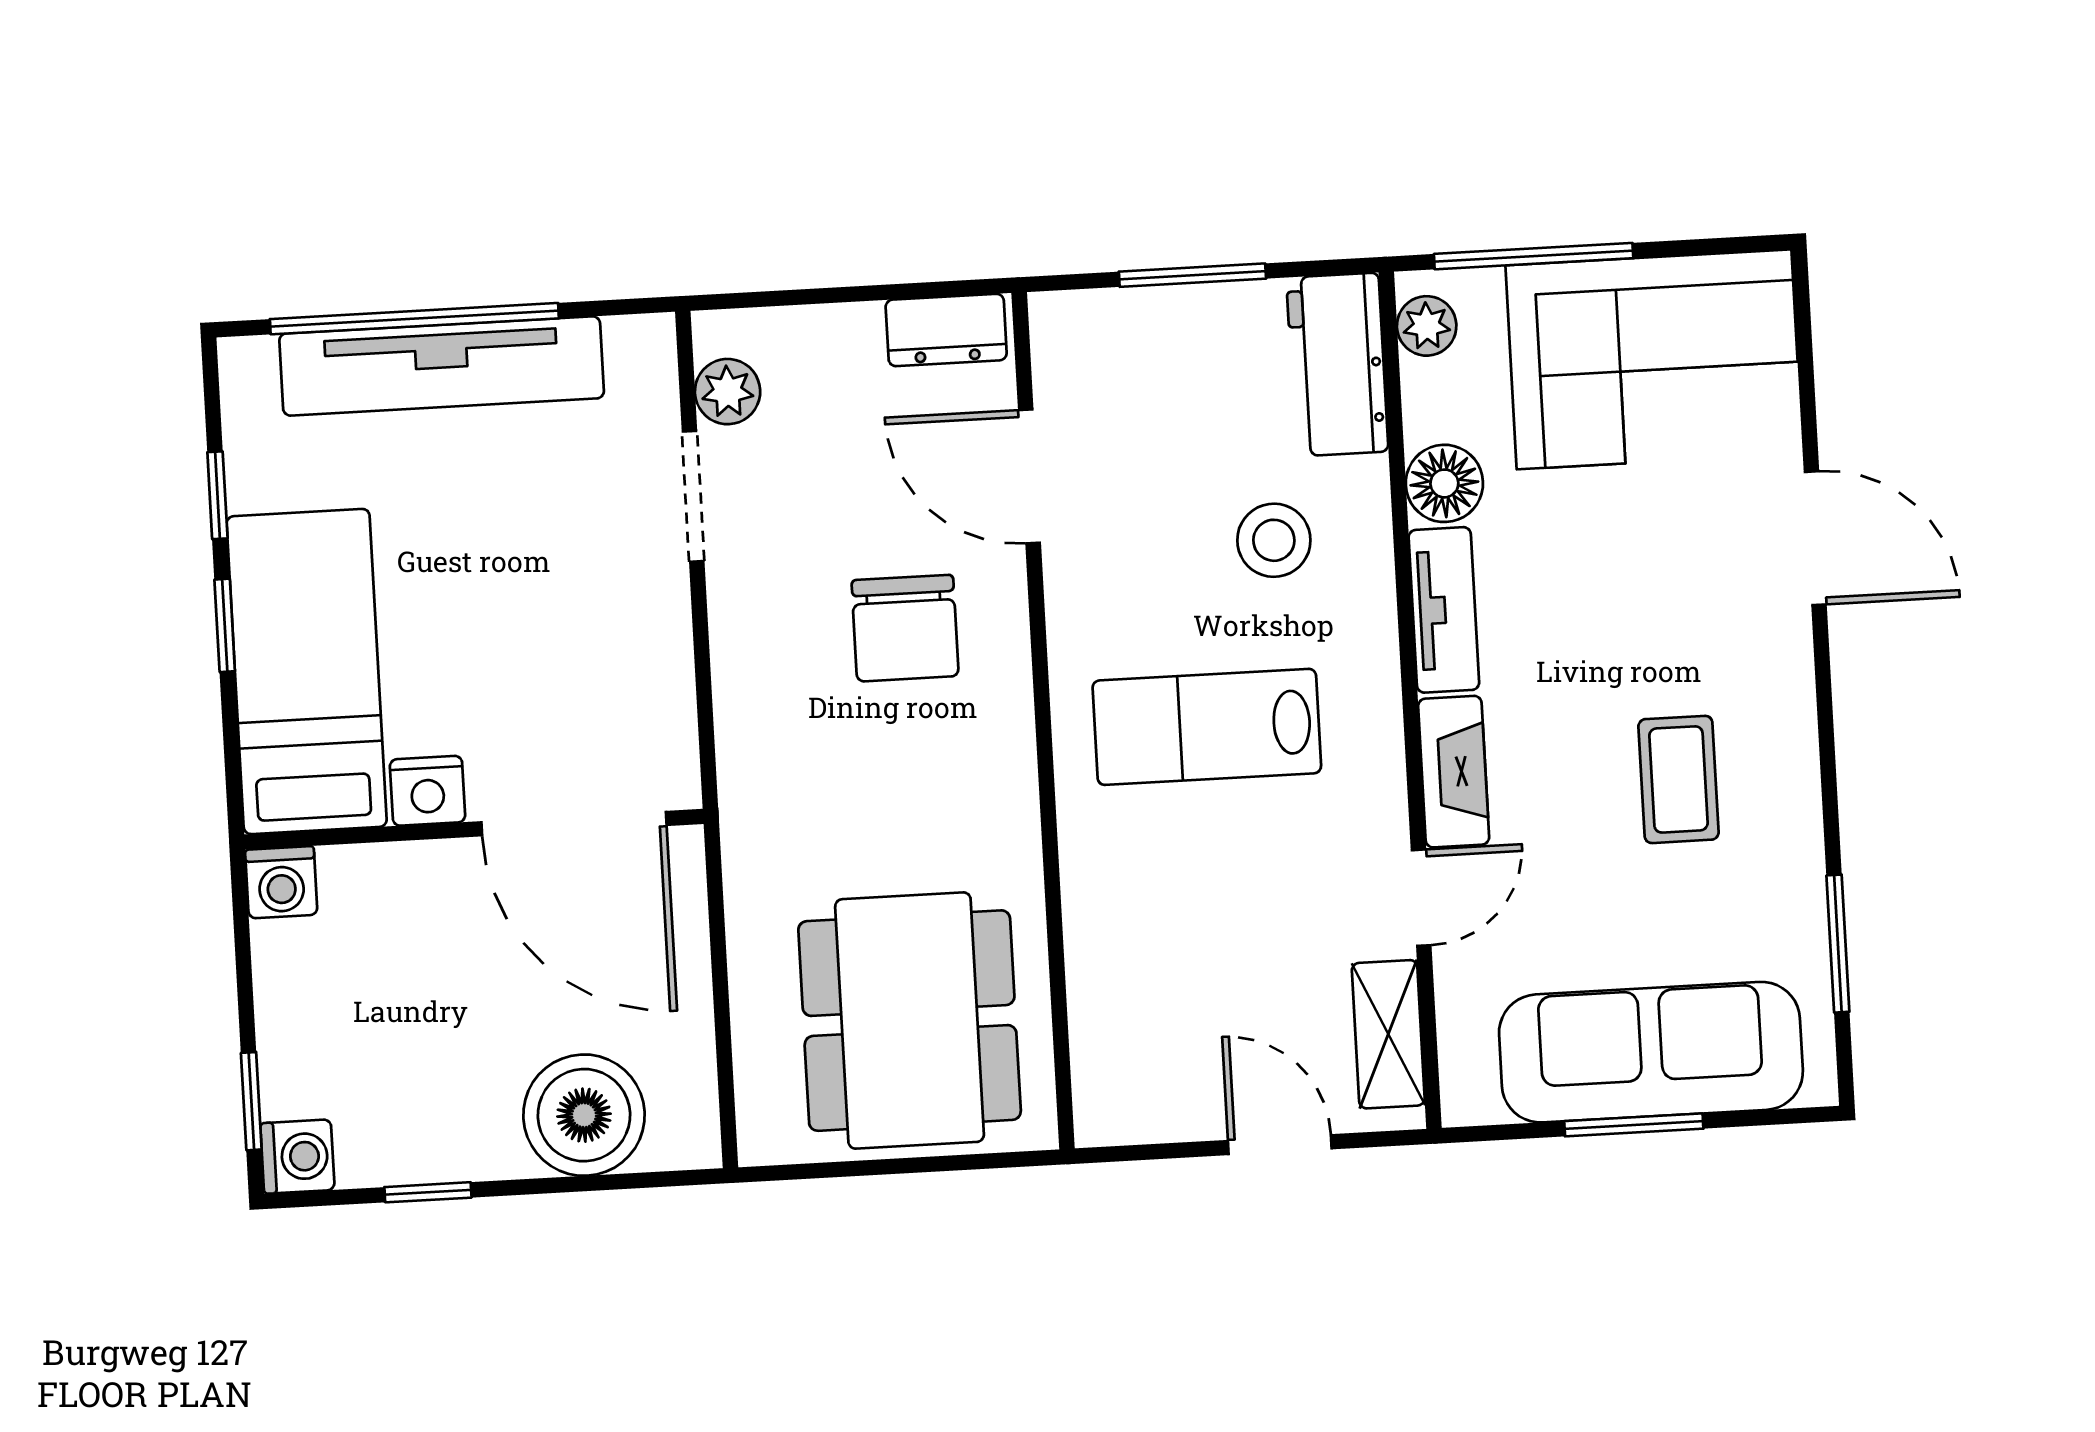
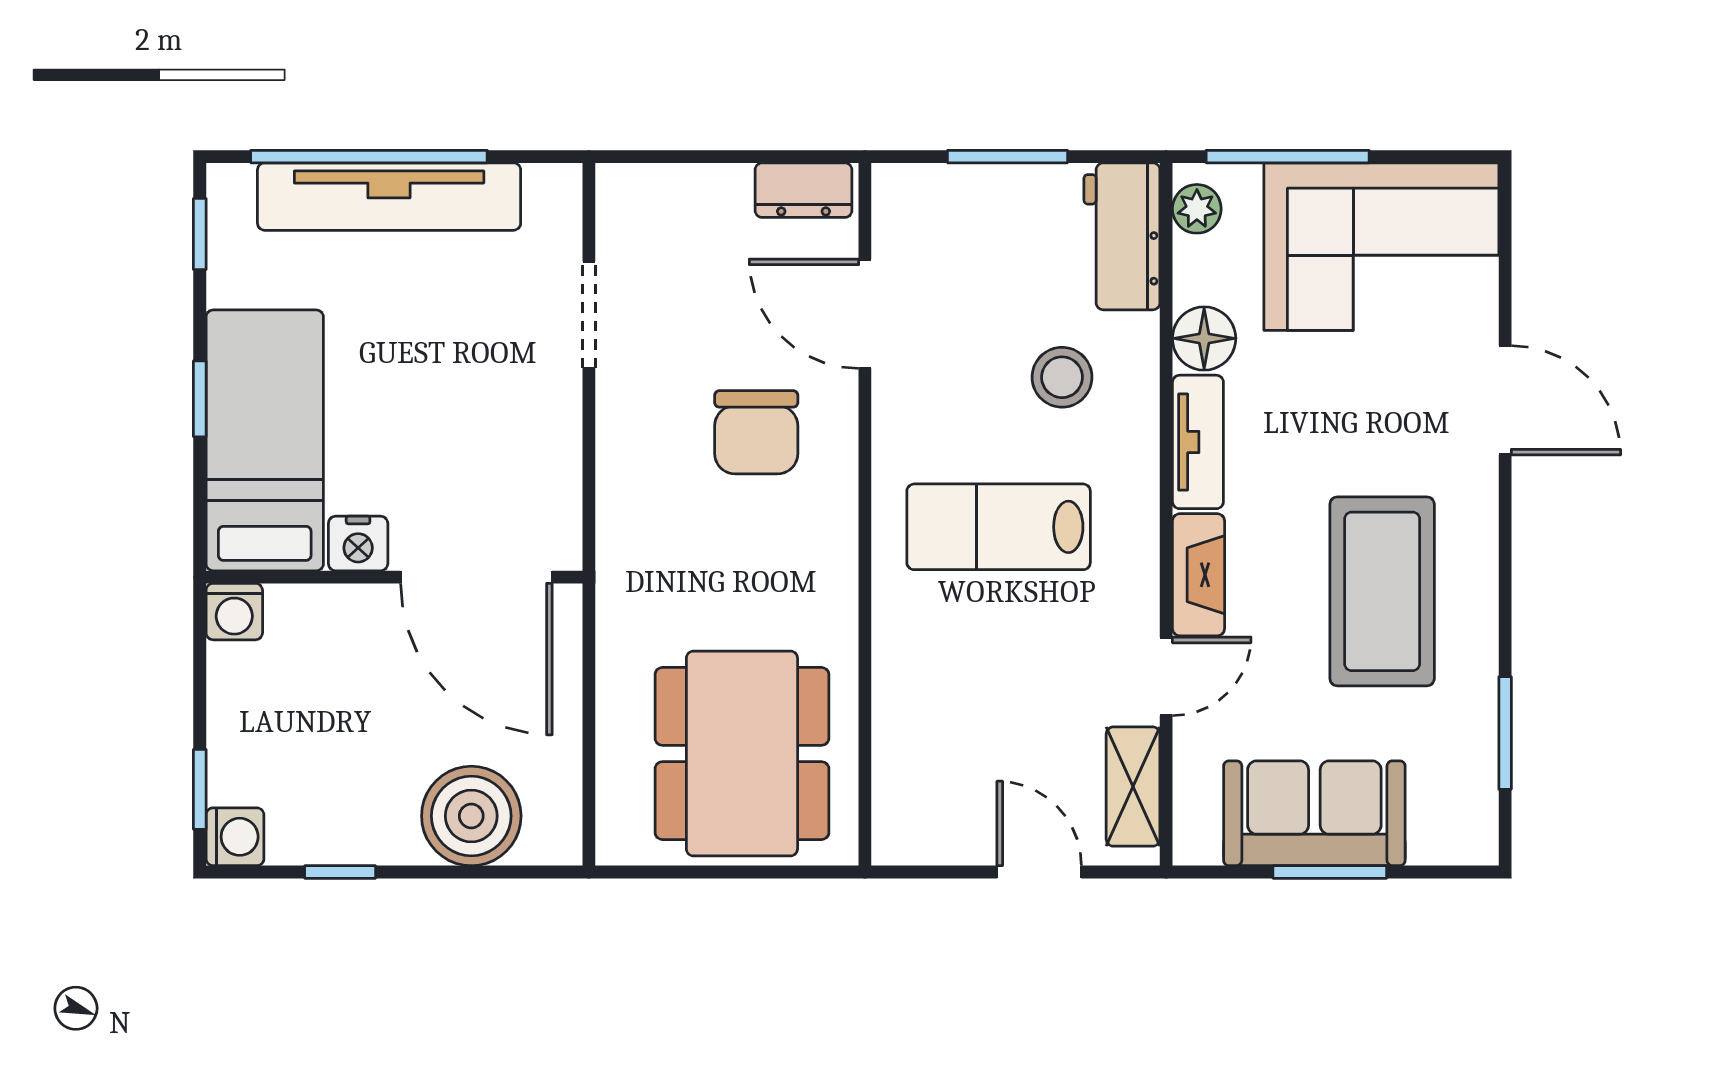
plant: (728, 392) -> (622, 231), removed
window: (217, 495) -> (200, 234), moved
coffee table: (1678, 779) -> (1382, 591), width x1.86, depth x1.72
sofa: (1651, 1052) -> (1314, 813), width x0.73

